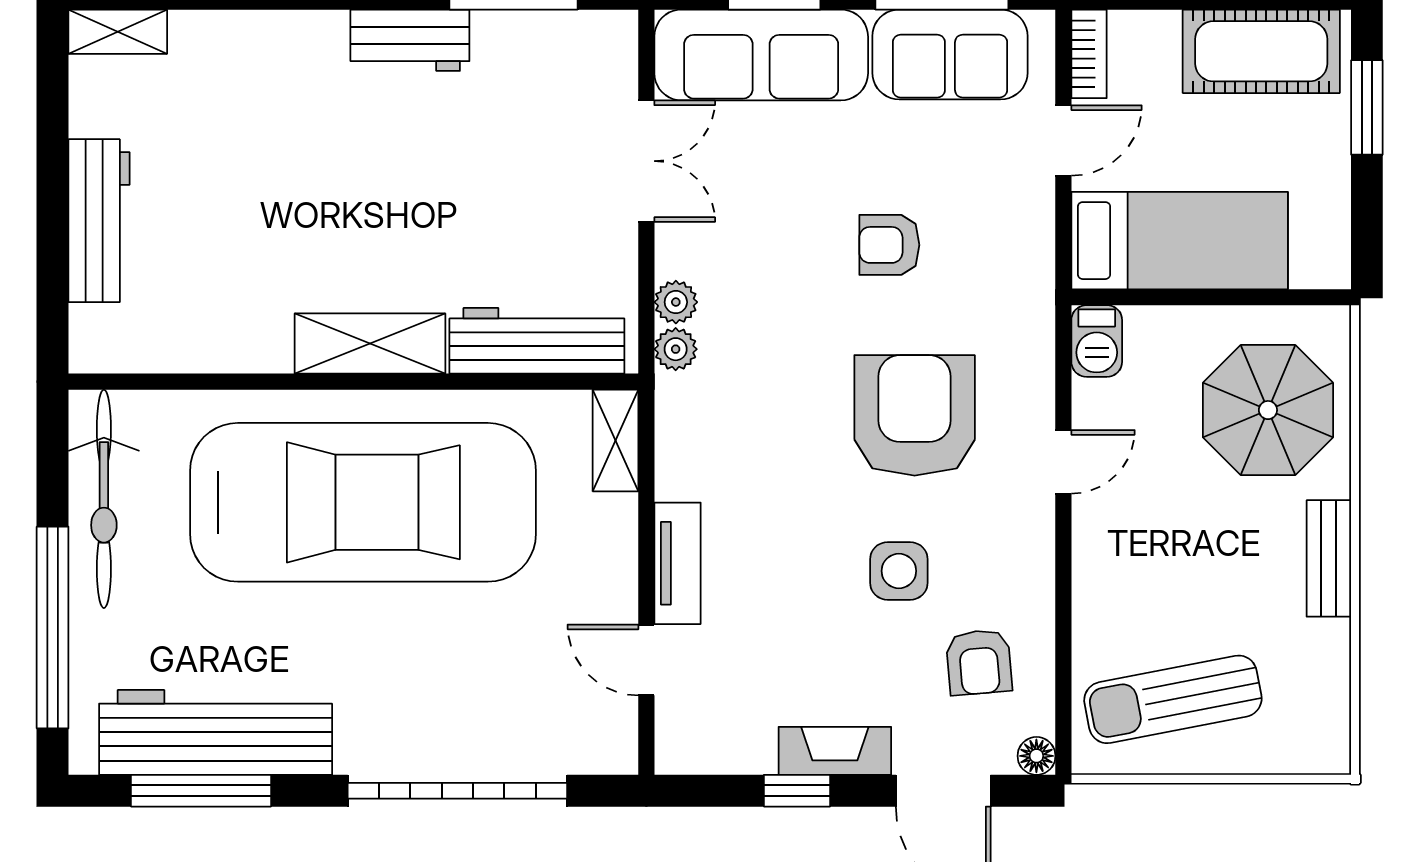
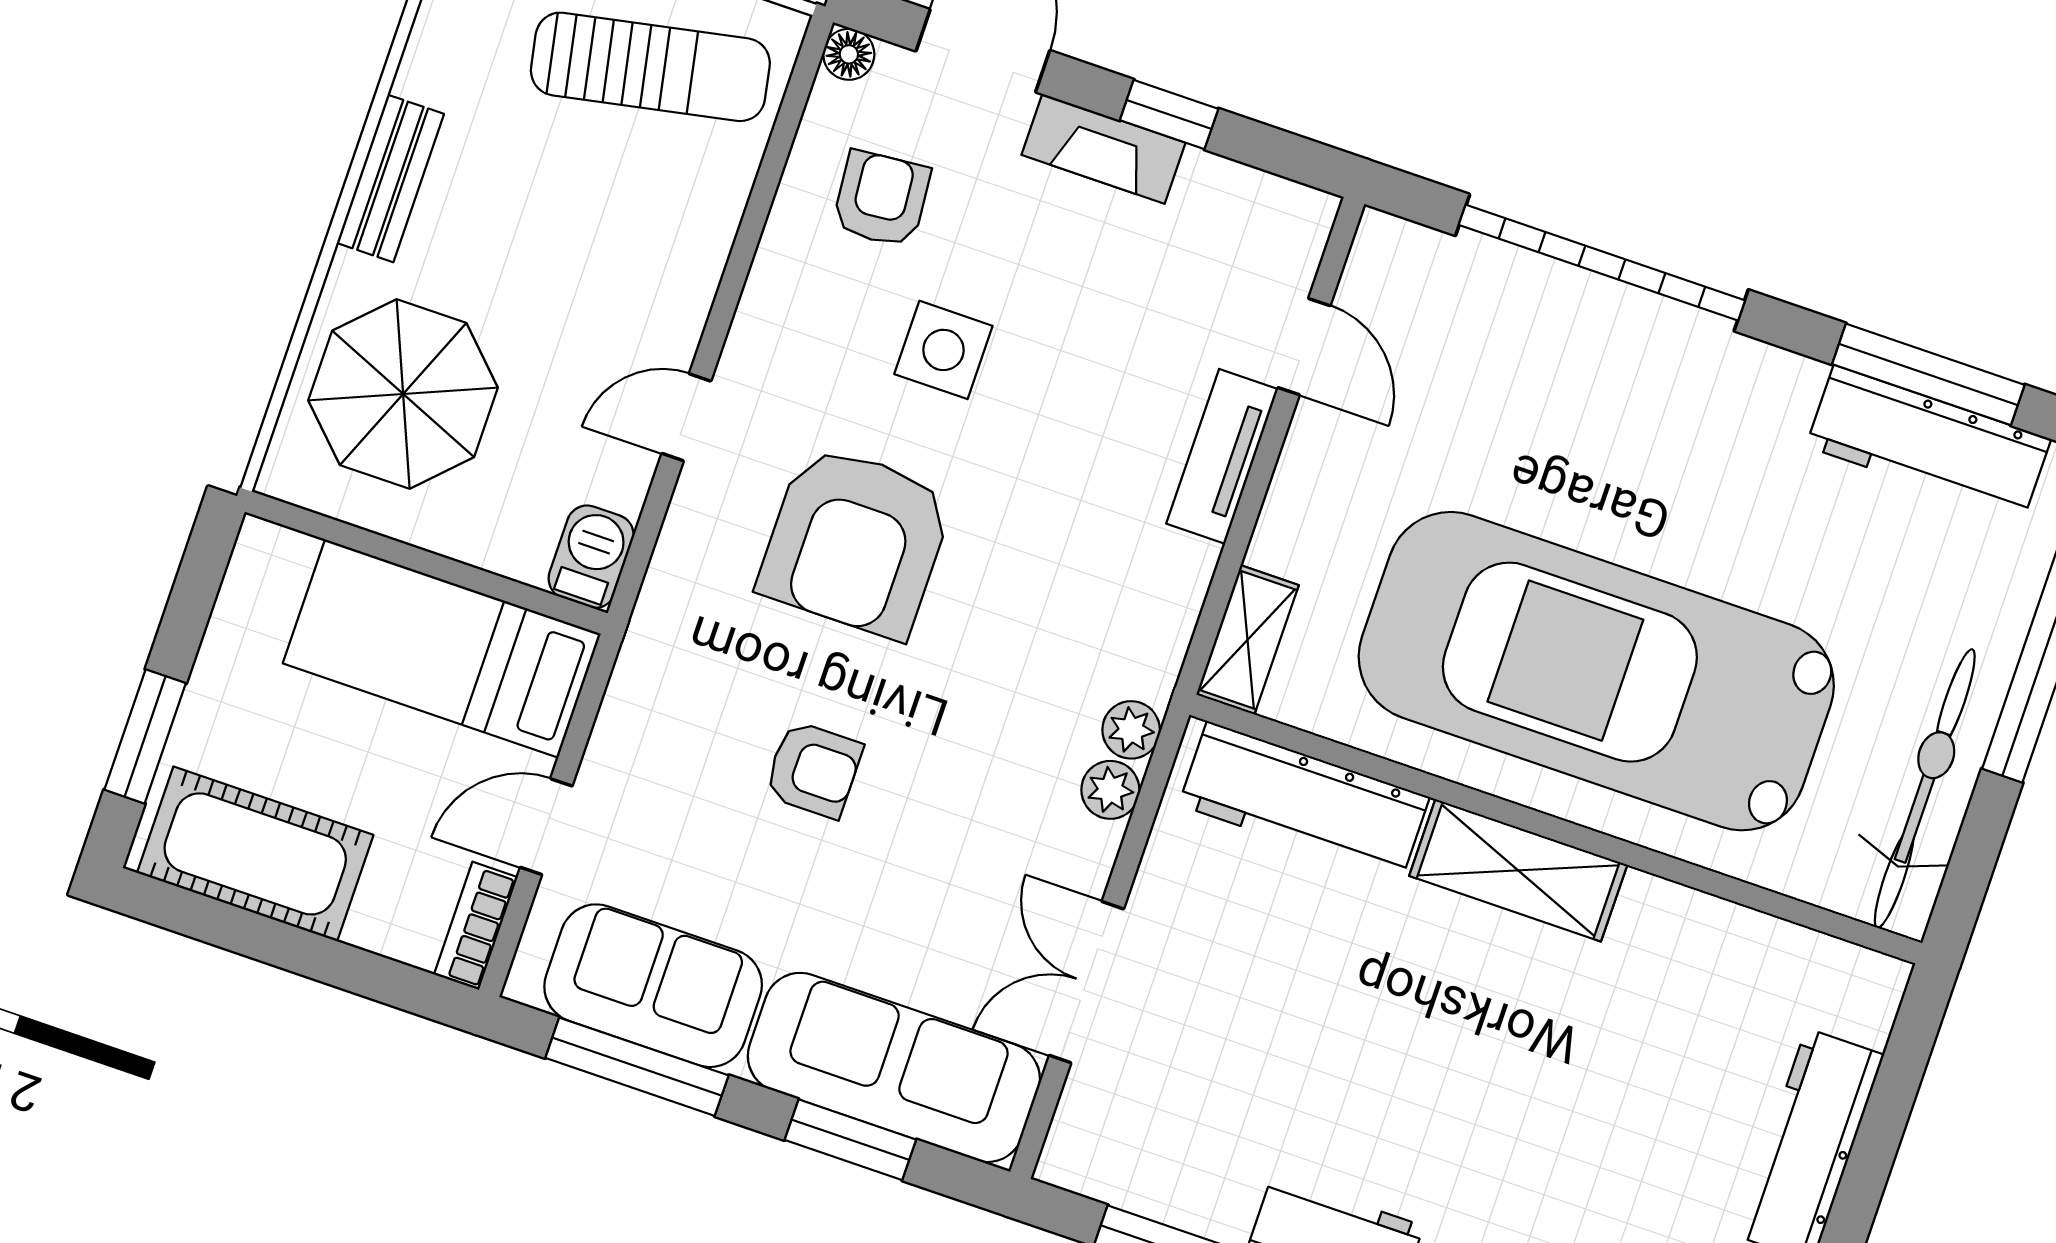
workbench: (216, 732) -> (1928, 443), width x0.73, depth x0.76

